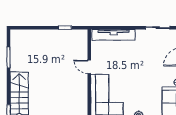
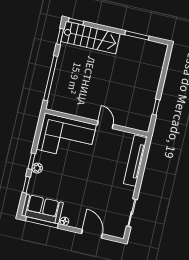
door: (89, 67) -> (105, 125), hinge flipped

